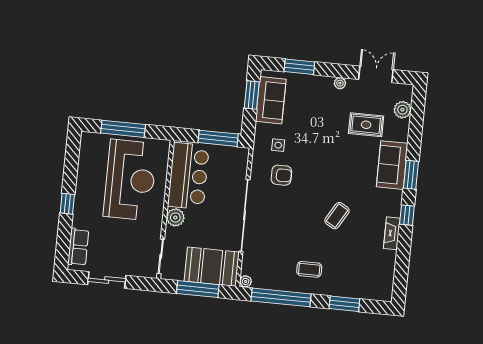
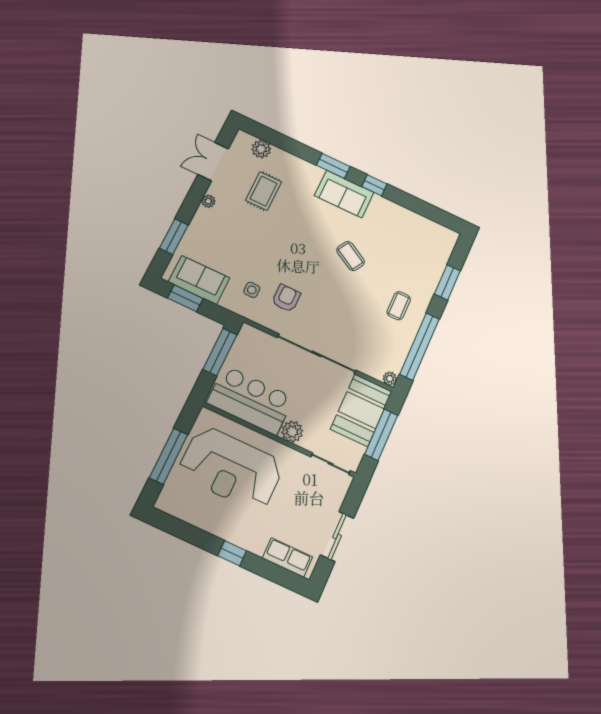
sofa: (392, 165) -> (344, 194), moved
reception desk: (130, 180) -> (231, 469), turned 180
fireplace: (392, 233) -> (388, 207), removed

